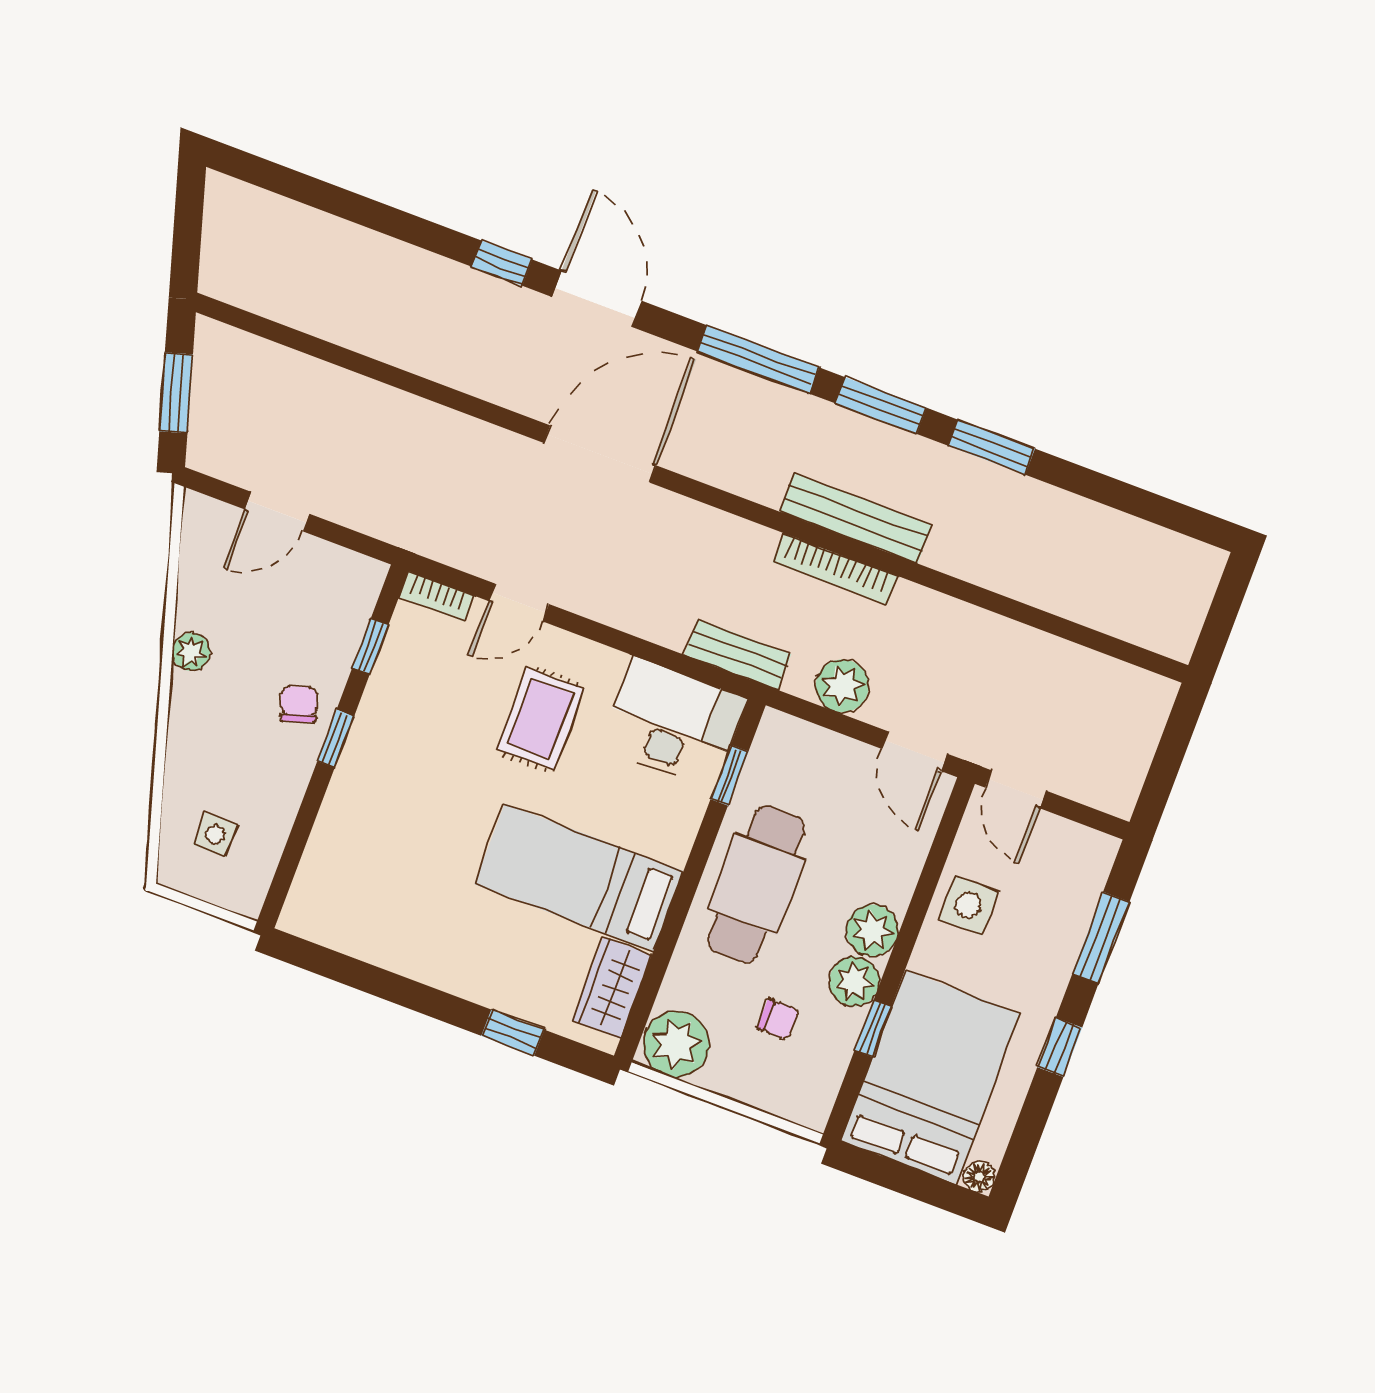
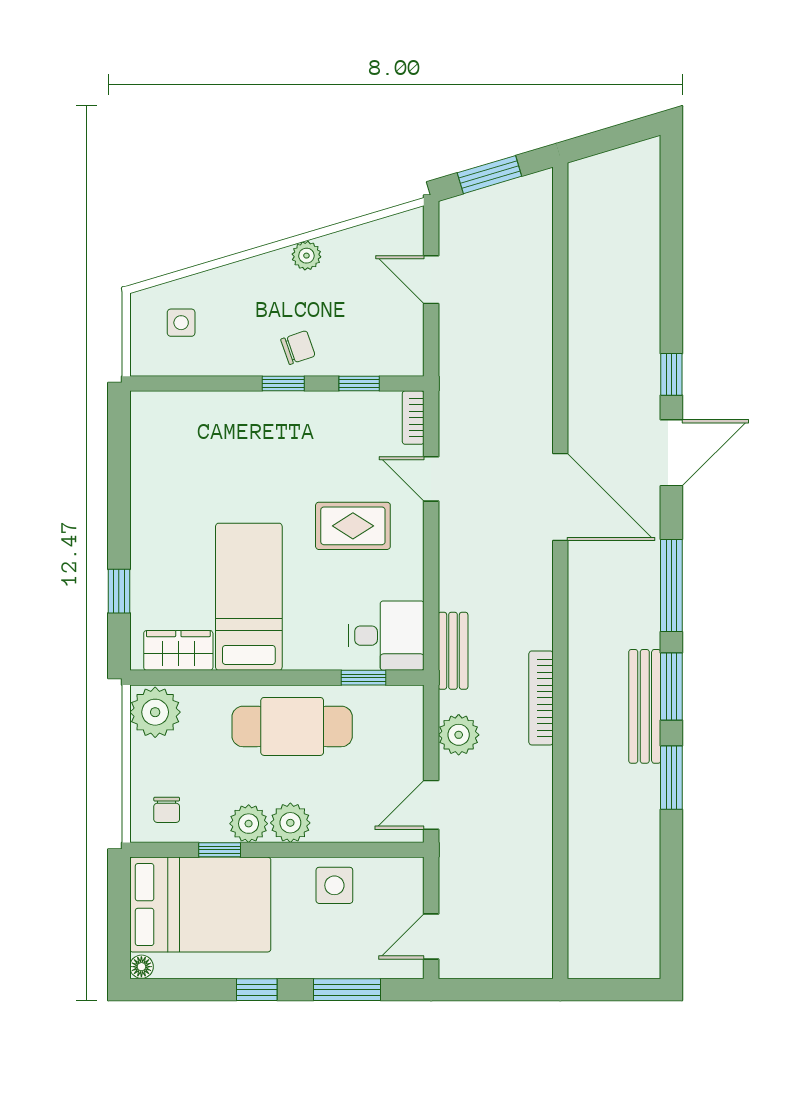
bench: (856, 518) -> (645, 706), moved
desk: (673, 723) -> (386, 636), width x0.73
door: (1016, 789) -> (431, 936), moved
chair: (778, 1019) -> (167, 810), moved

